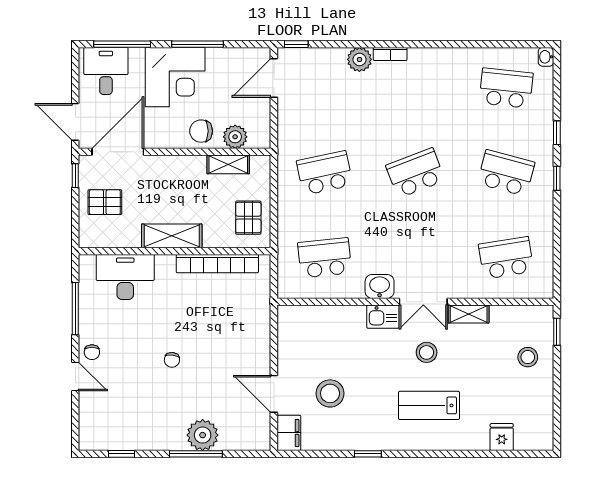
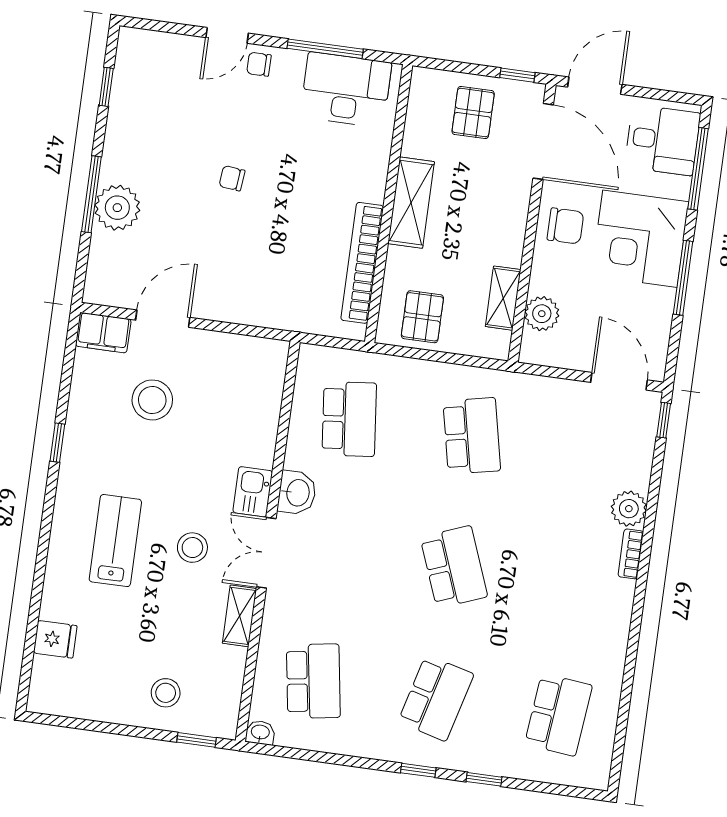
washbasin: (546, 57) -> (260, 733), moved
chair: (201, 131) -> (565, 226), moved, turned 90
pallet: (248, 218) -> (422, 317), turned 90
desk: (125, 277) -> (346, 90), moved, turned -90

